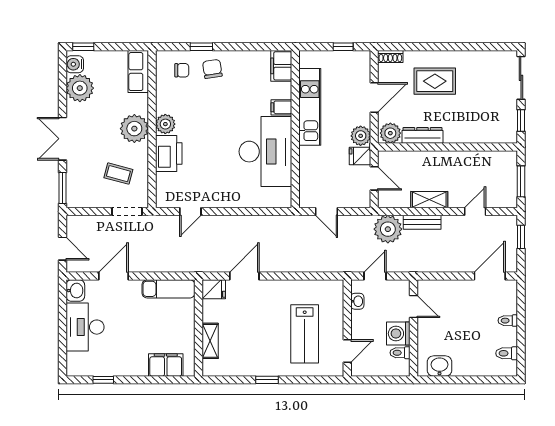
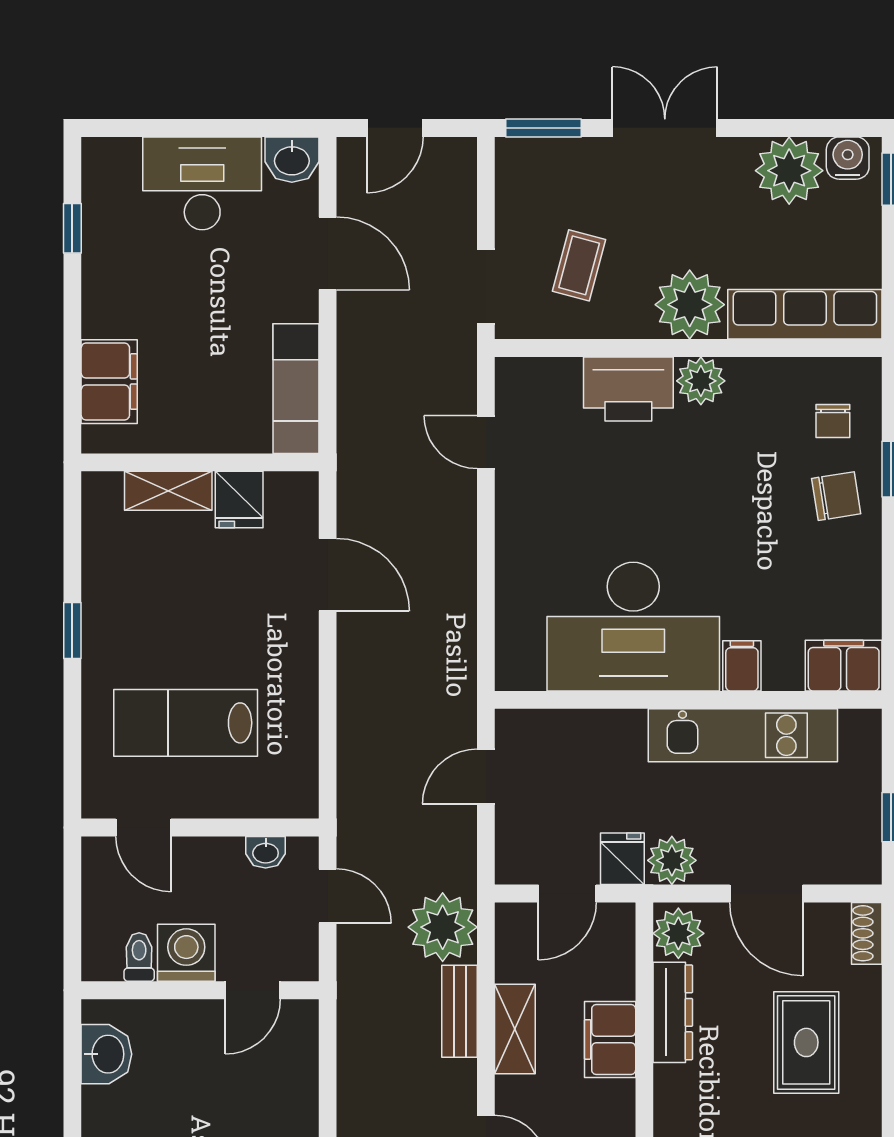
row of seats: (138, 72) -> (805, 314), width x1.48
filing cabinet: (434, 161) -> (610, 1039), added
fridge: (214, 289) -> (239, 500), moved

